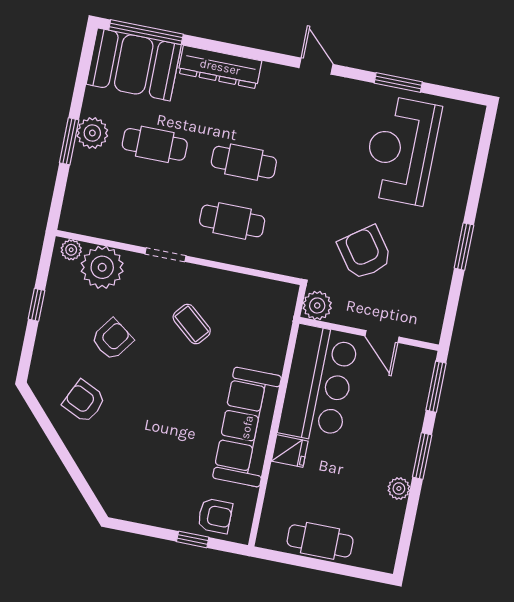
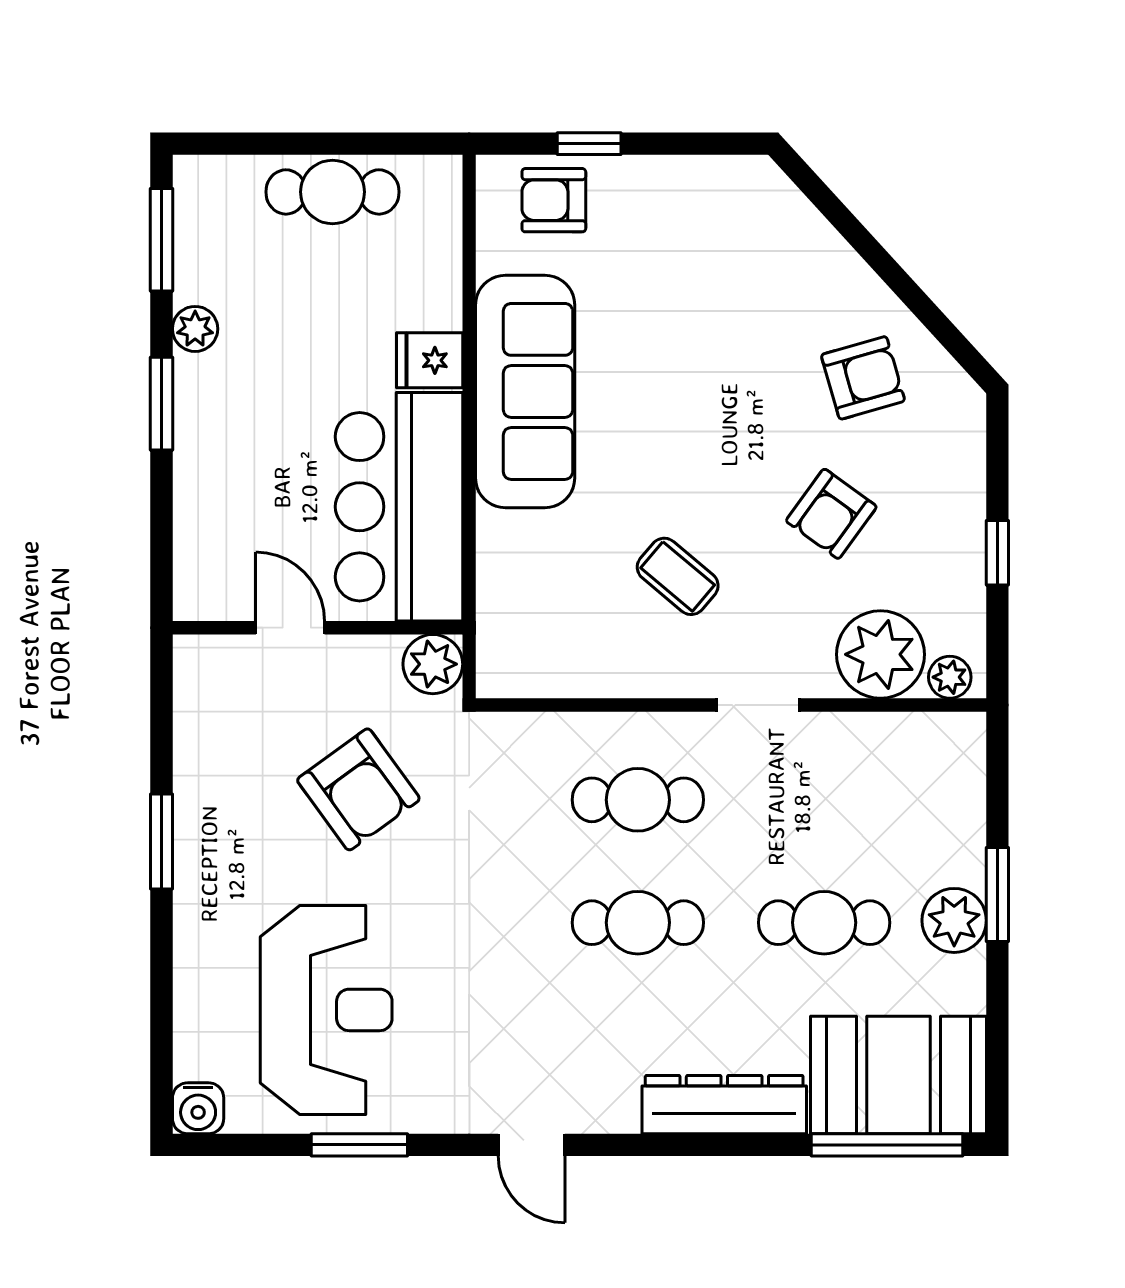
water cooler: (472, 115) -> (198, 1108), added
window: (436, 387) -> (161, 240), moved
armchair: (84, 401) -> (863, 378), turned -41

